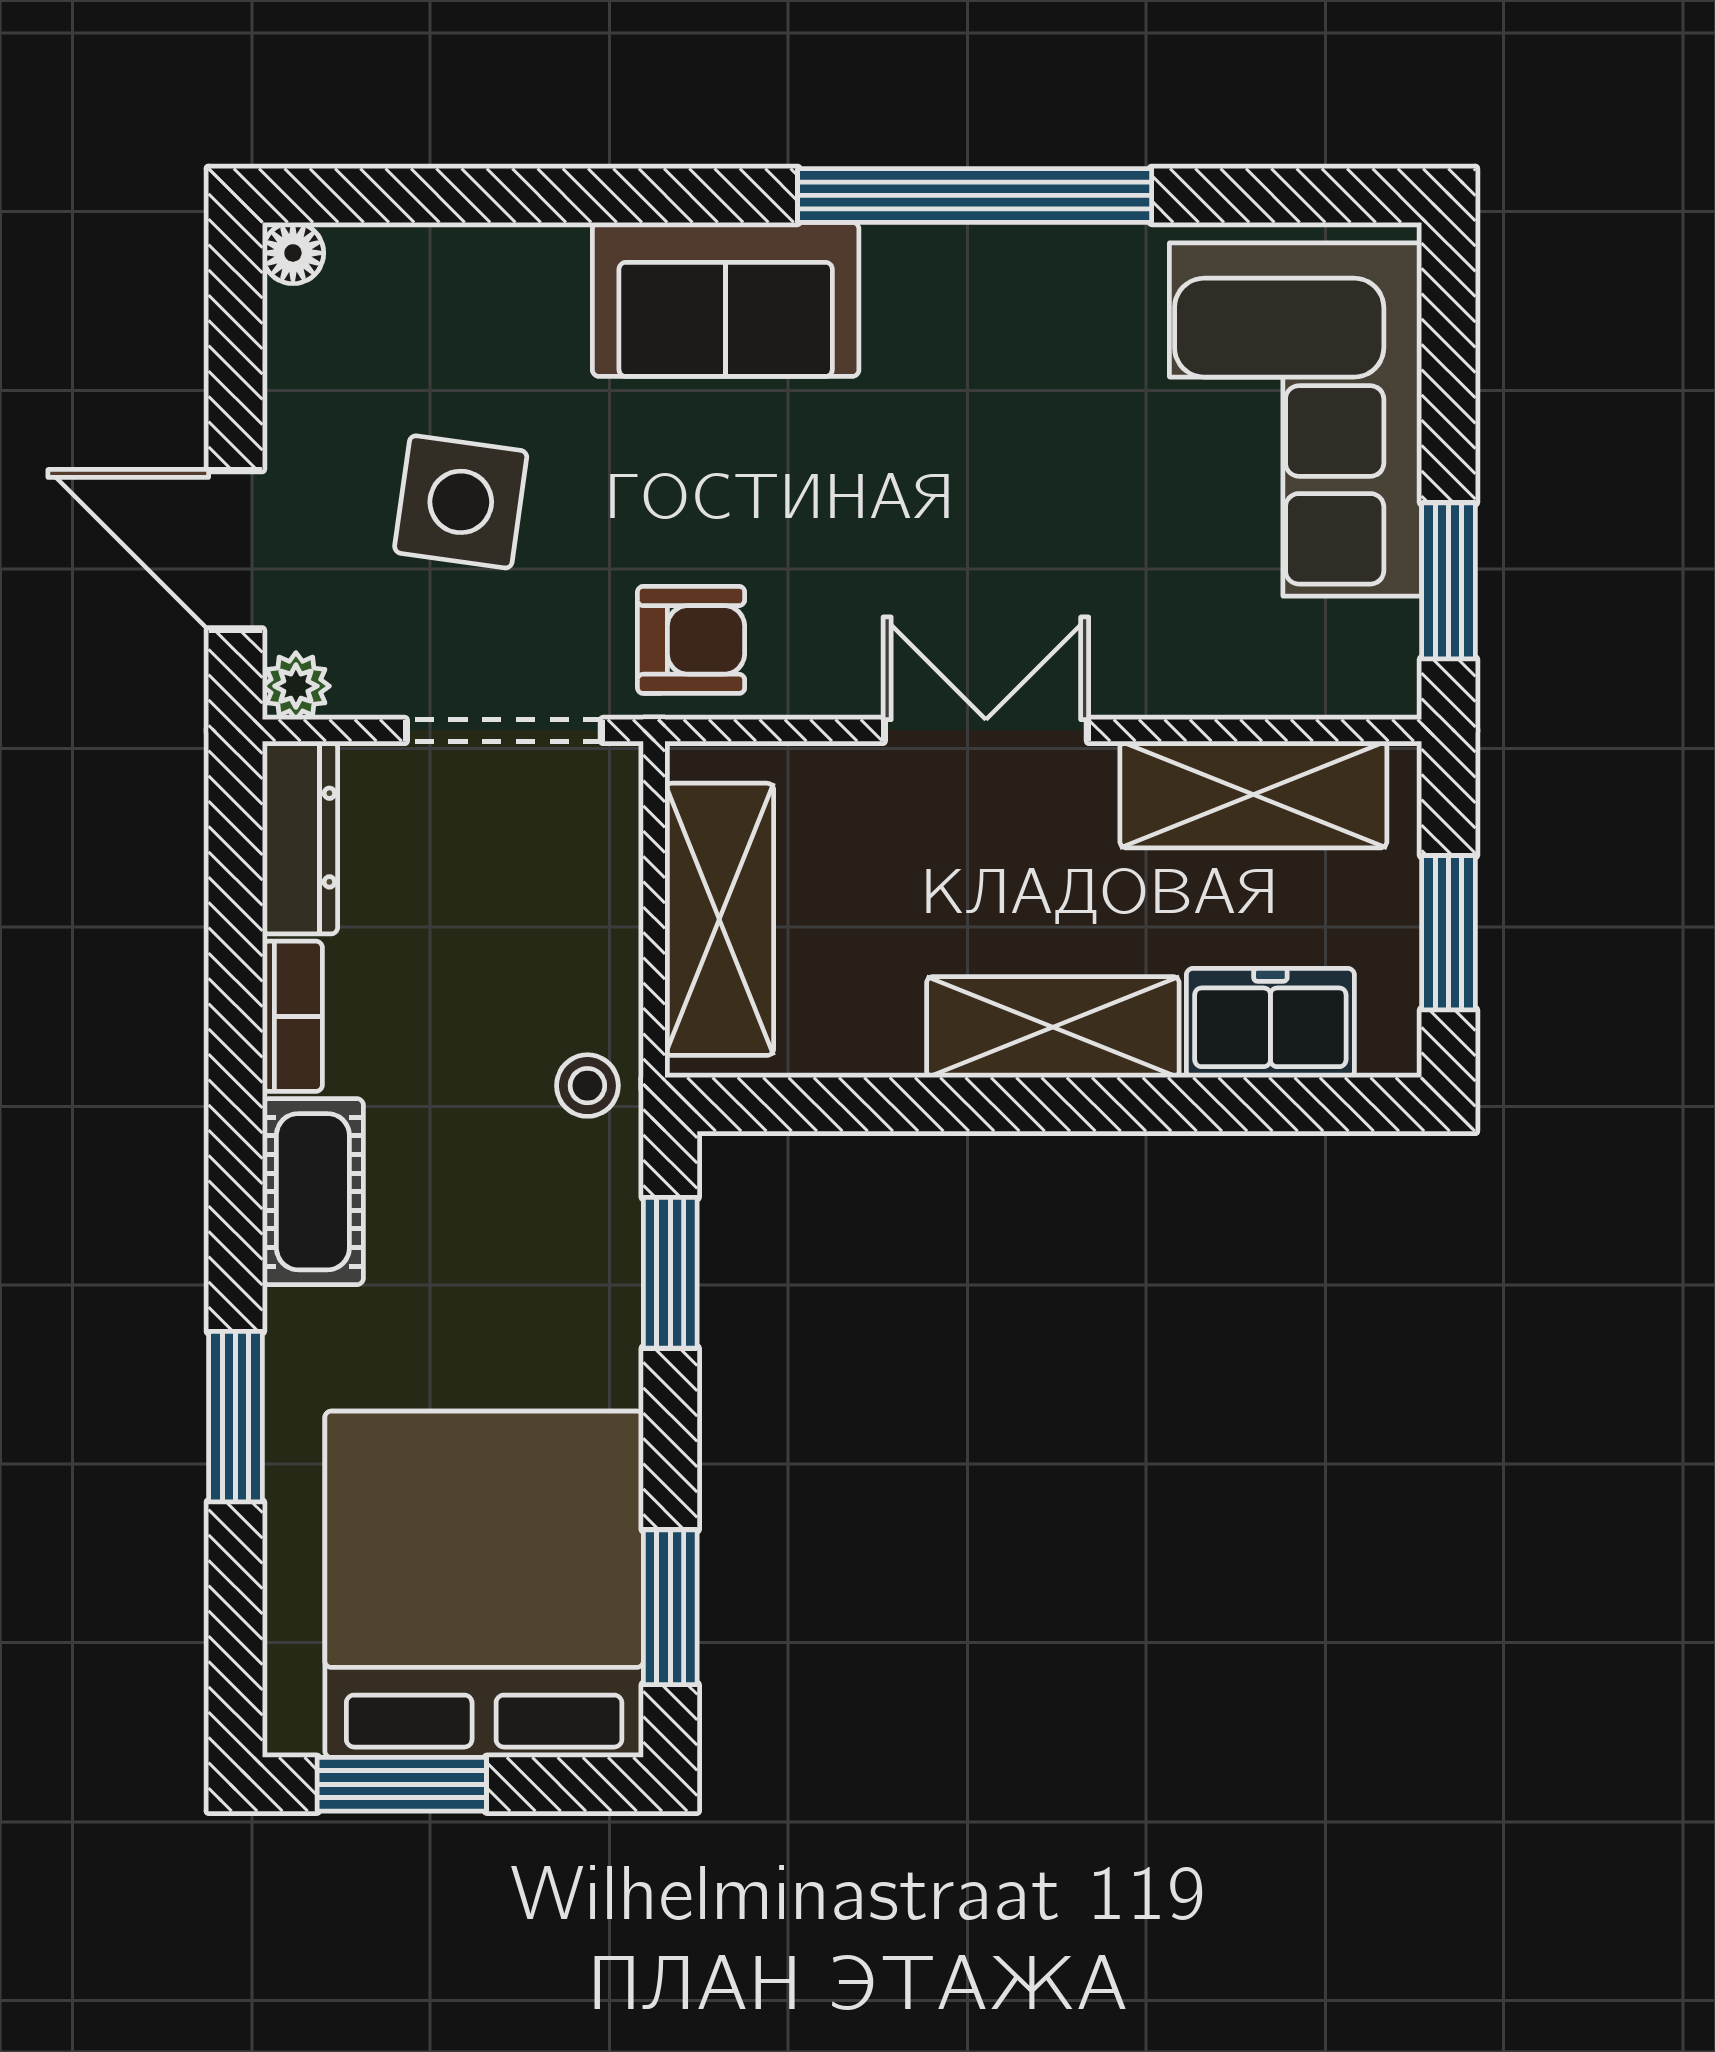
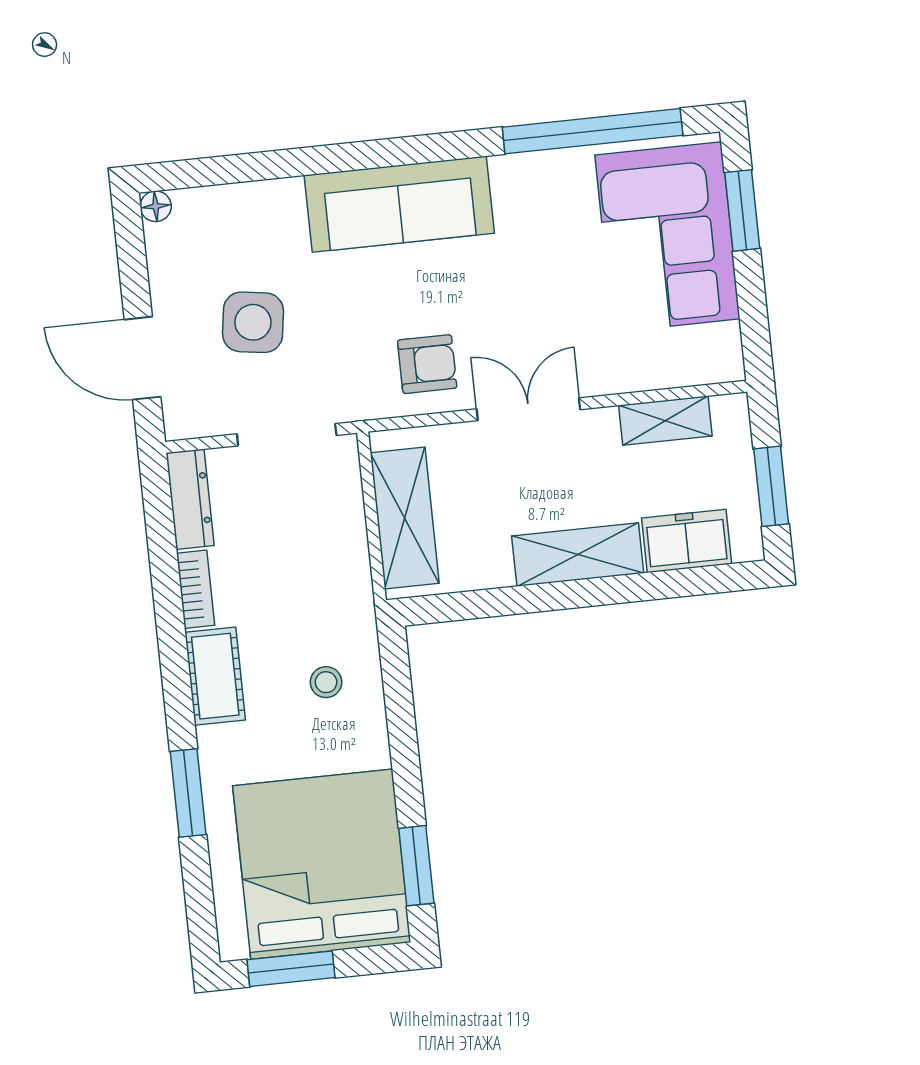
window: (975, 195) -> (593, 131), moved
sofa: (726, 299) -> (399, 204), width x1.36
window: (1449, 581) -> (742, 210), moved
armchair: (691, 640) -> (427, 364), moved
plant: (296, 686) -> (180, 423), removed
shelving: (1253, 795) -> (665, 421), width x0.67, depth x0.75
stool: (587, 1086) -> (326, 682), moved
window: (670, 1273) -> (399, 698), removed

